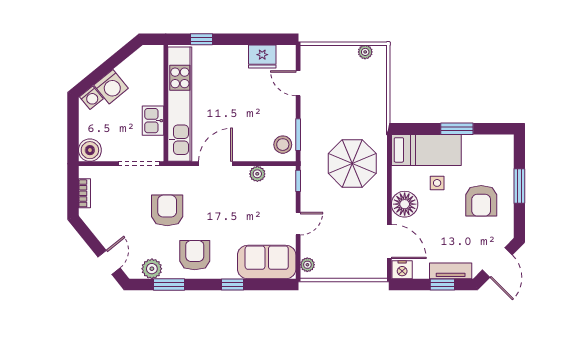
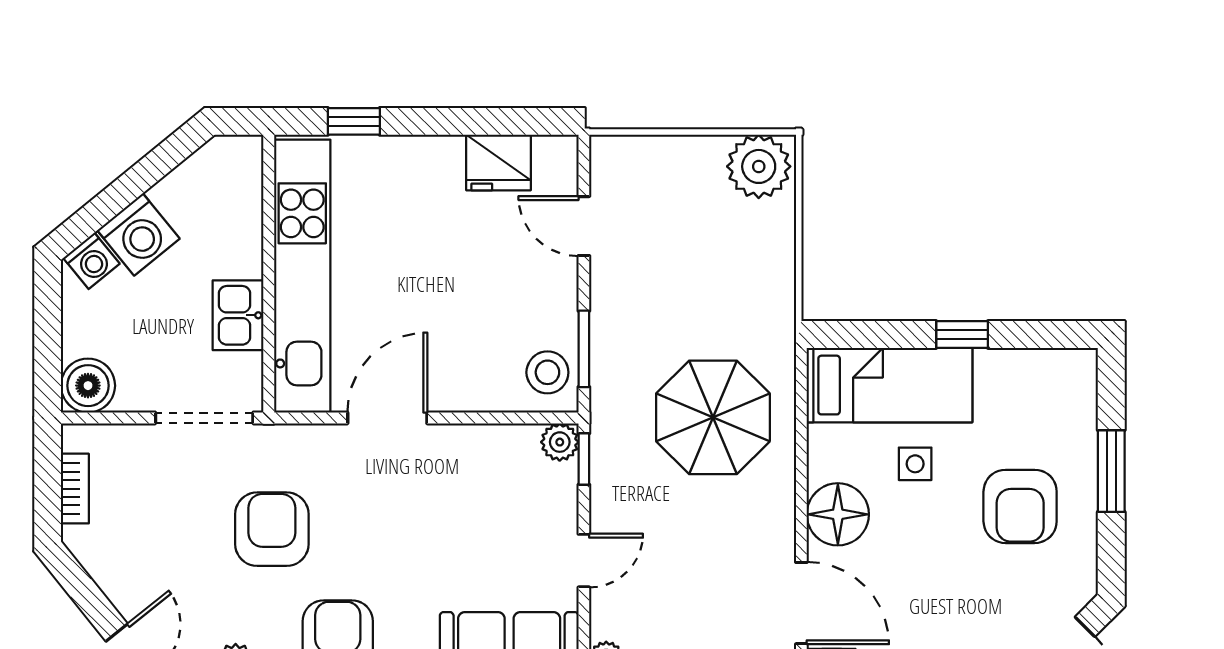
plant: (365, 52) -> (759, 166), width x1.87, depth x1.87
window: (457, 129) -> (962, 334), width x0.67
plant: (257, 174) -> (560, 442), moved

